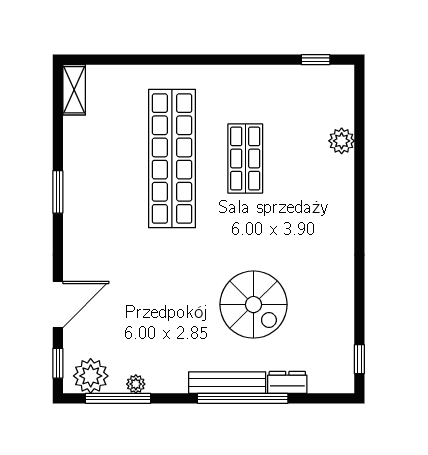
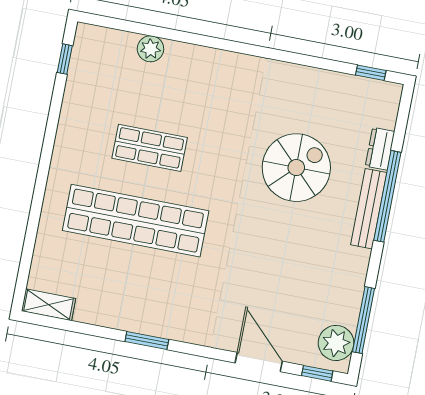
plant: (136, 384) -> (353, 300), removed

